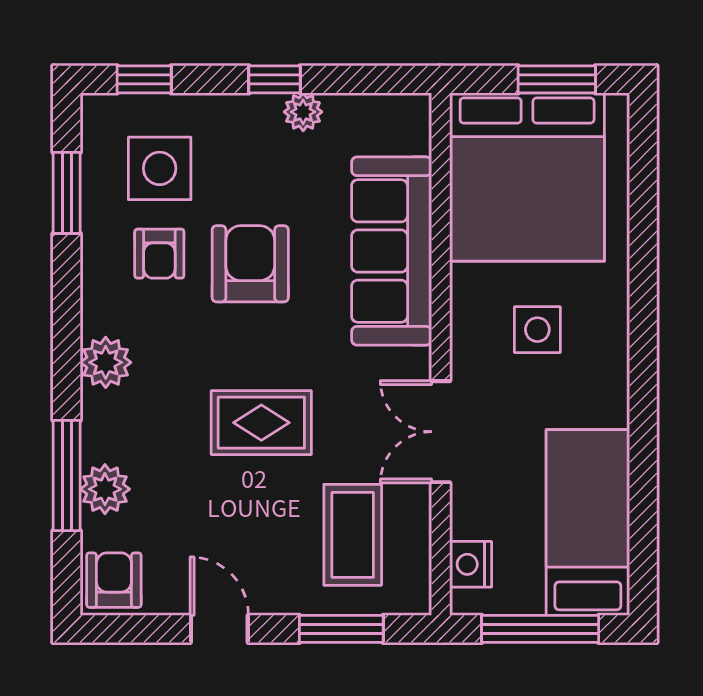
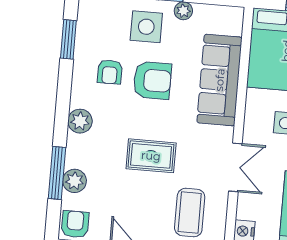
side table: (160, 168) -> (146, 27), moved
armchair: (250, 264) -> (152, 80), turned 90
double door: (441, 432) -> (235, 167), swing flipped

